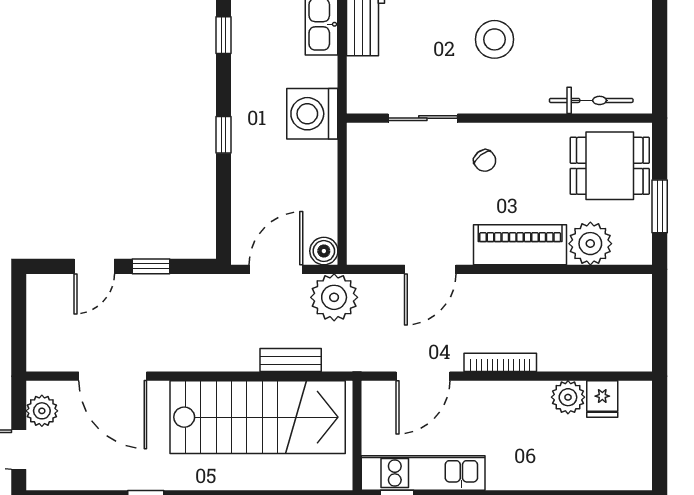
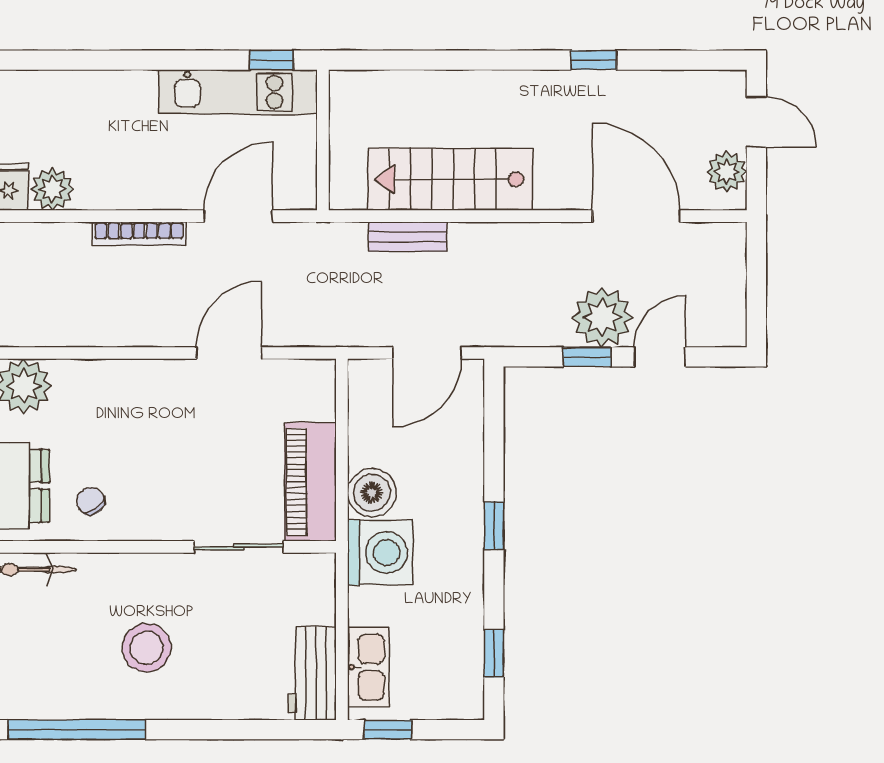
chair: (485, 161) -> (91, 501), moved
piano: (520, 245) -> (310, 482), moved, turned 90
boiler: (324, 251) -> (372, 493), moved, width x1.36, depth x1.36
plant: (334, 297) -> (602, 317), moved
stairs: (258, 417) -> (450, 179), width x0.73, depth x0.66

